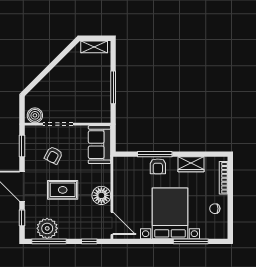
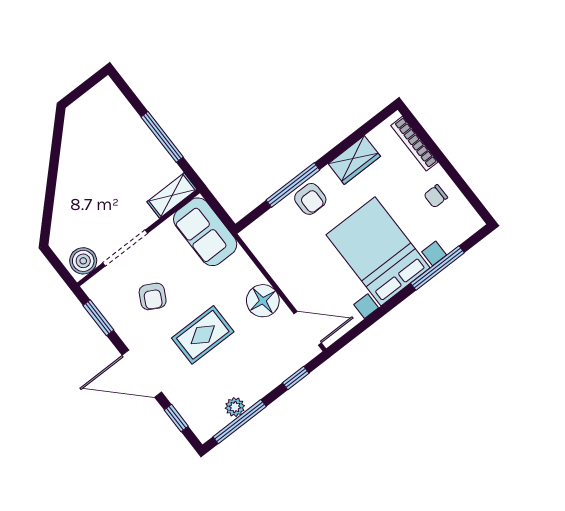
shelving: (94, 47) -> (172, 195), moved
plant: (47, 228) -> (235, 407), width x0.53, depth x0.53

